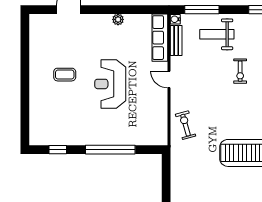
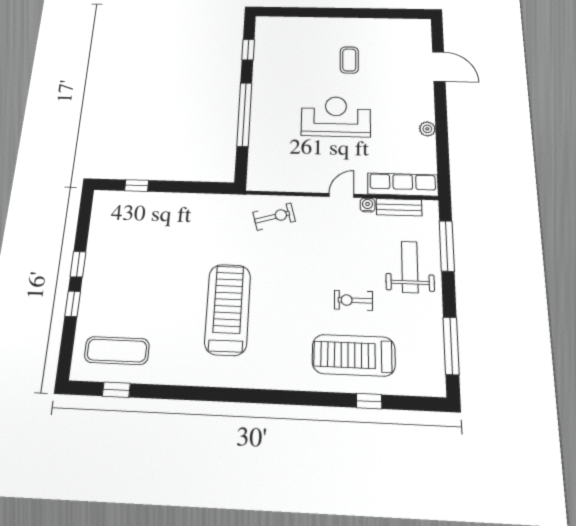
water cooler: (175, 19) -> (368, 205), moved

